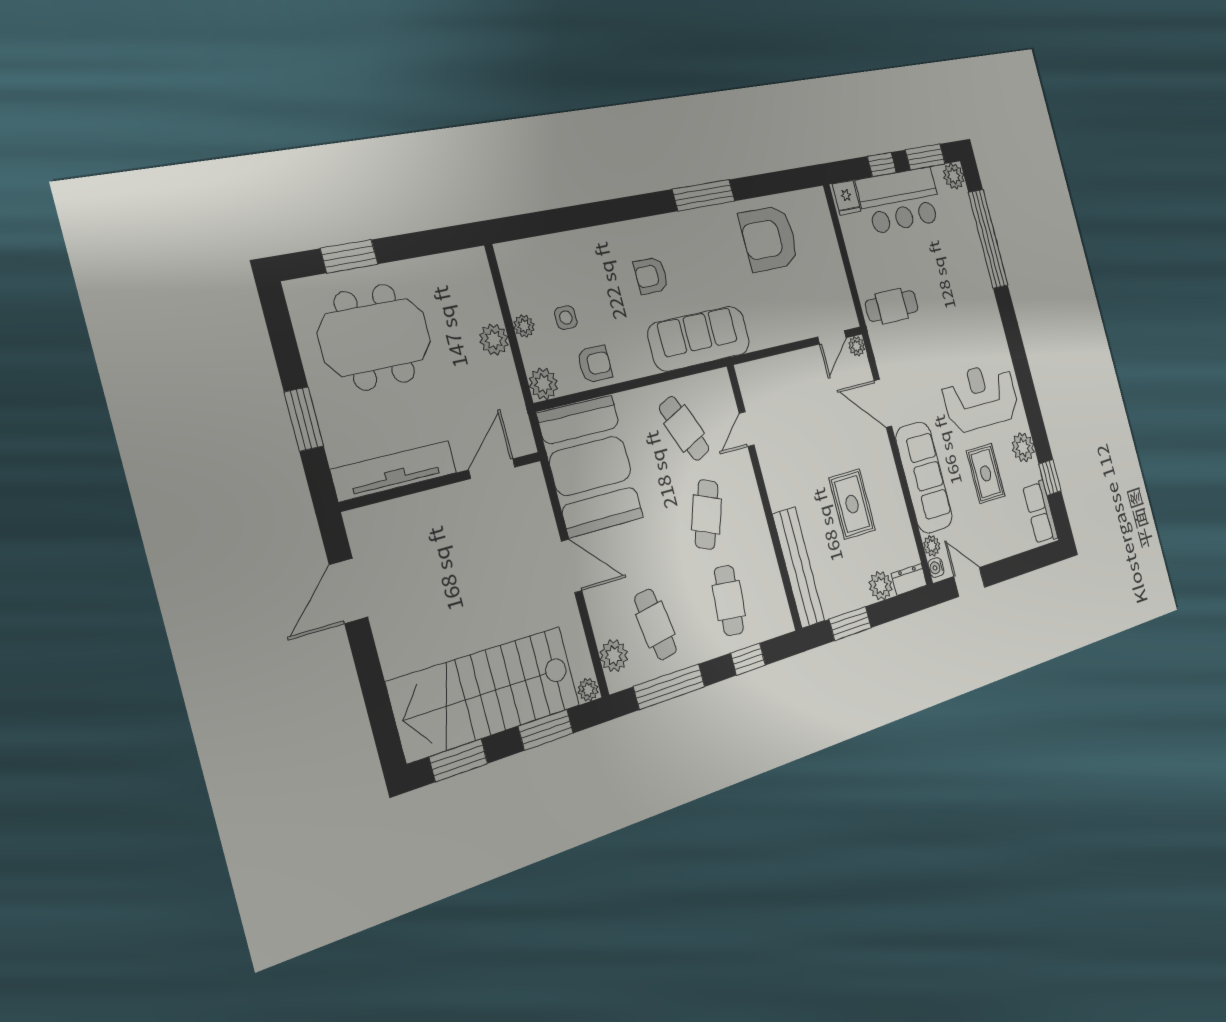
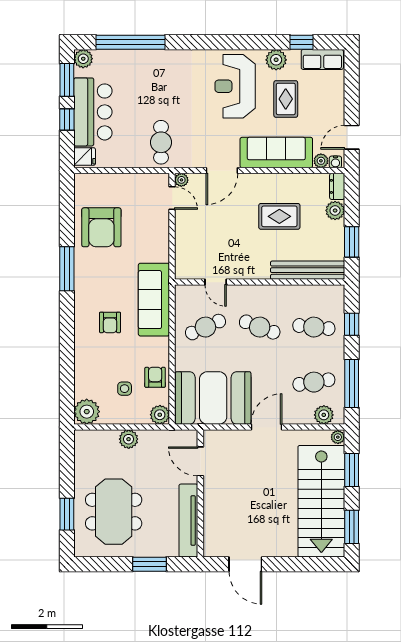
plant: (524, 326) -> (87, 412), moved, width x1.88, depth x1.88
rug: (986, 473) -> (286, 99), turned 90

